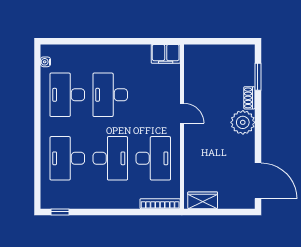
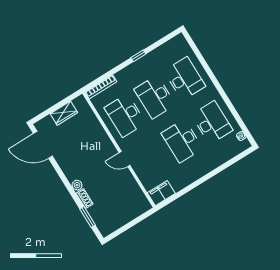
desk: (110, 95) -> (182, 141), turned 180
plant: (243, 122) -> (77, 185), width x0.53, depth x0.53
wardrobe: (203, 200) -> (64, 113), moved
window: (60, 212) -> (138, 56), moved

